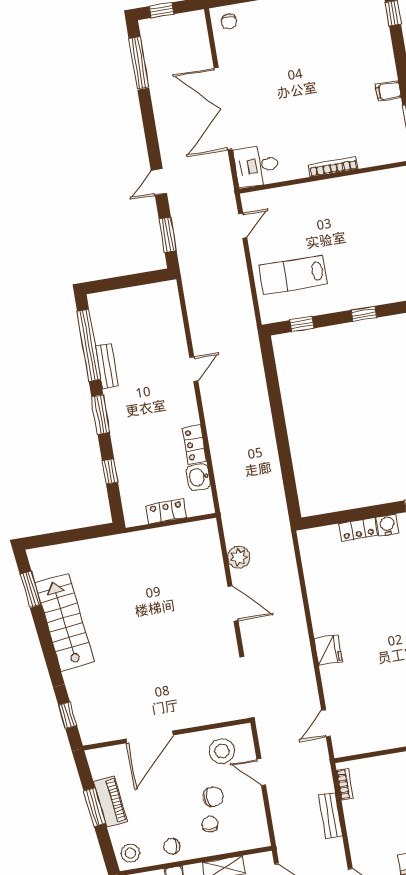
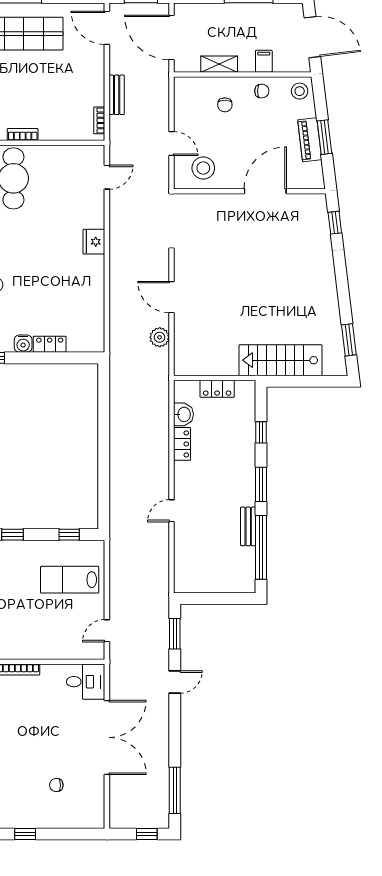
chair: (229, 22) -> (56, 785), moved, turned -90
lab bench: (293, 275) -> (70, 580), turned 180
stairs: (65, 622) -> (280, 360), moved, turned 97
chair: (213, 797) -> (218, 129), removed

